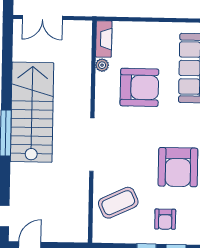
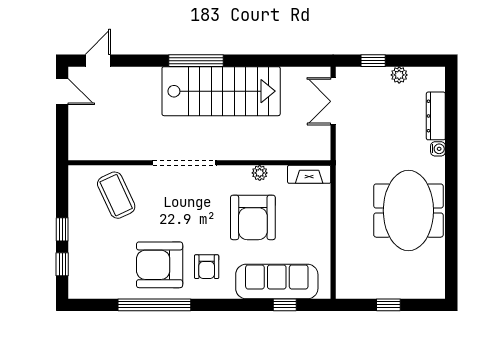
plant: (102, 65) -> (260, 173), moved
armchair: (165, 219) -> (207, 267), moved, turned -90

